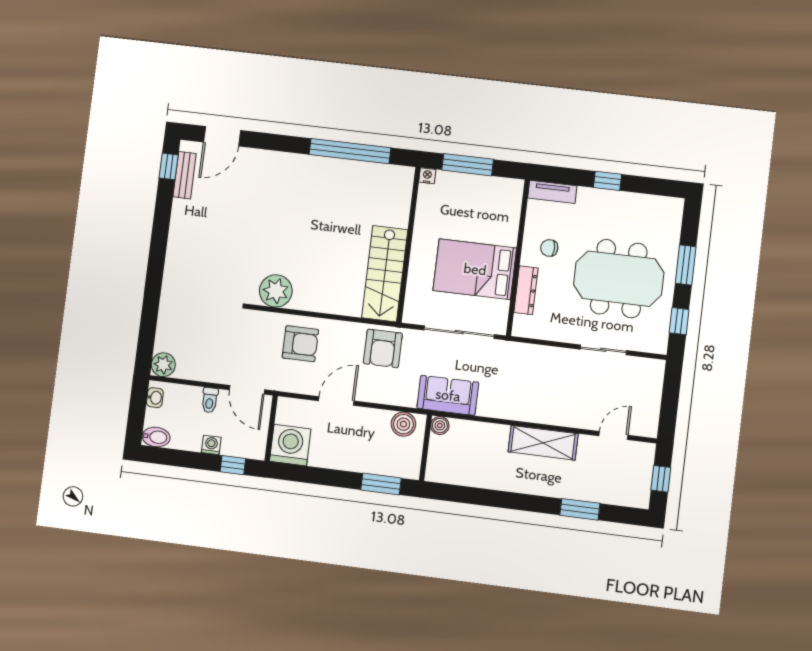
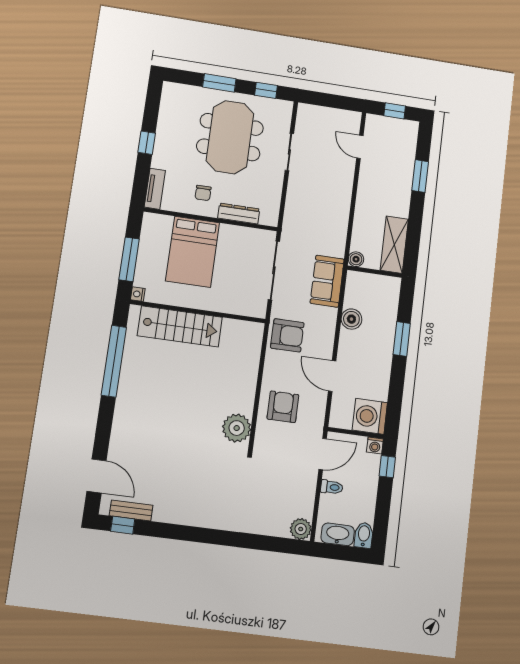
bed: (475, 269) -> (193, 252), moved
stairs: (385, 274) -> (180, 327), moved
washbasin: (155, 398) -> (338, 534), width x1.91, depth x1.45
boiler: (440, 426) -> (356, 259), moved
shelving: (543, 443) -> (394, 245), moved
washing machine: (211, 445) -> (375, 445), moved, turned -90
wall: (426, 448) -> (375, 272), moved

